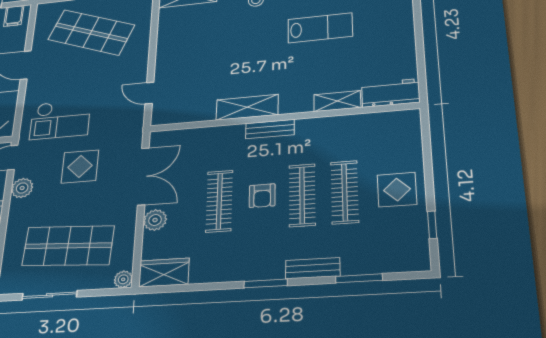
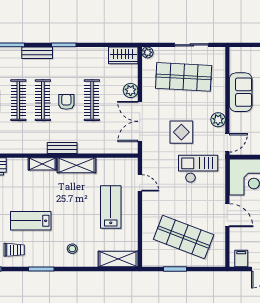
lab bench: (196, 58) -> (111, 207), added
shelving: (337, 101) -> (42, 164), moved

